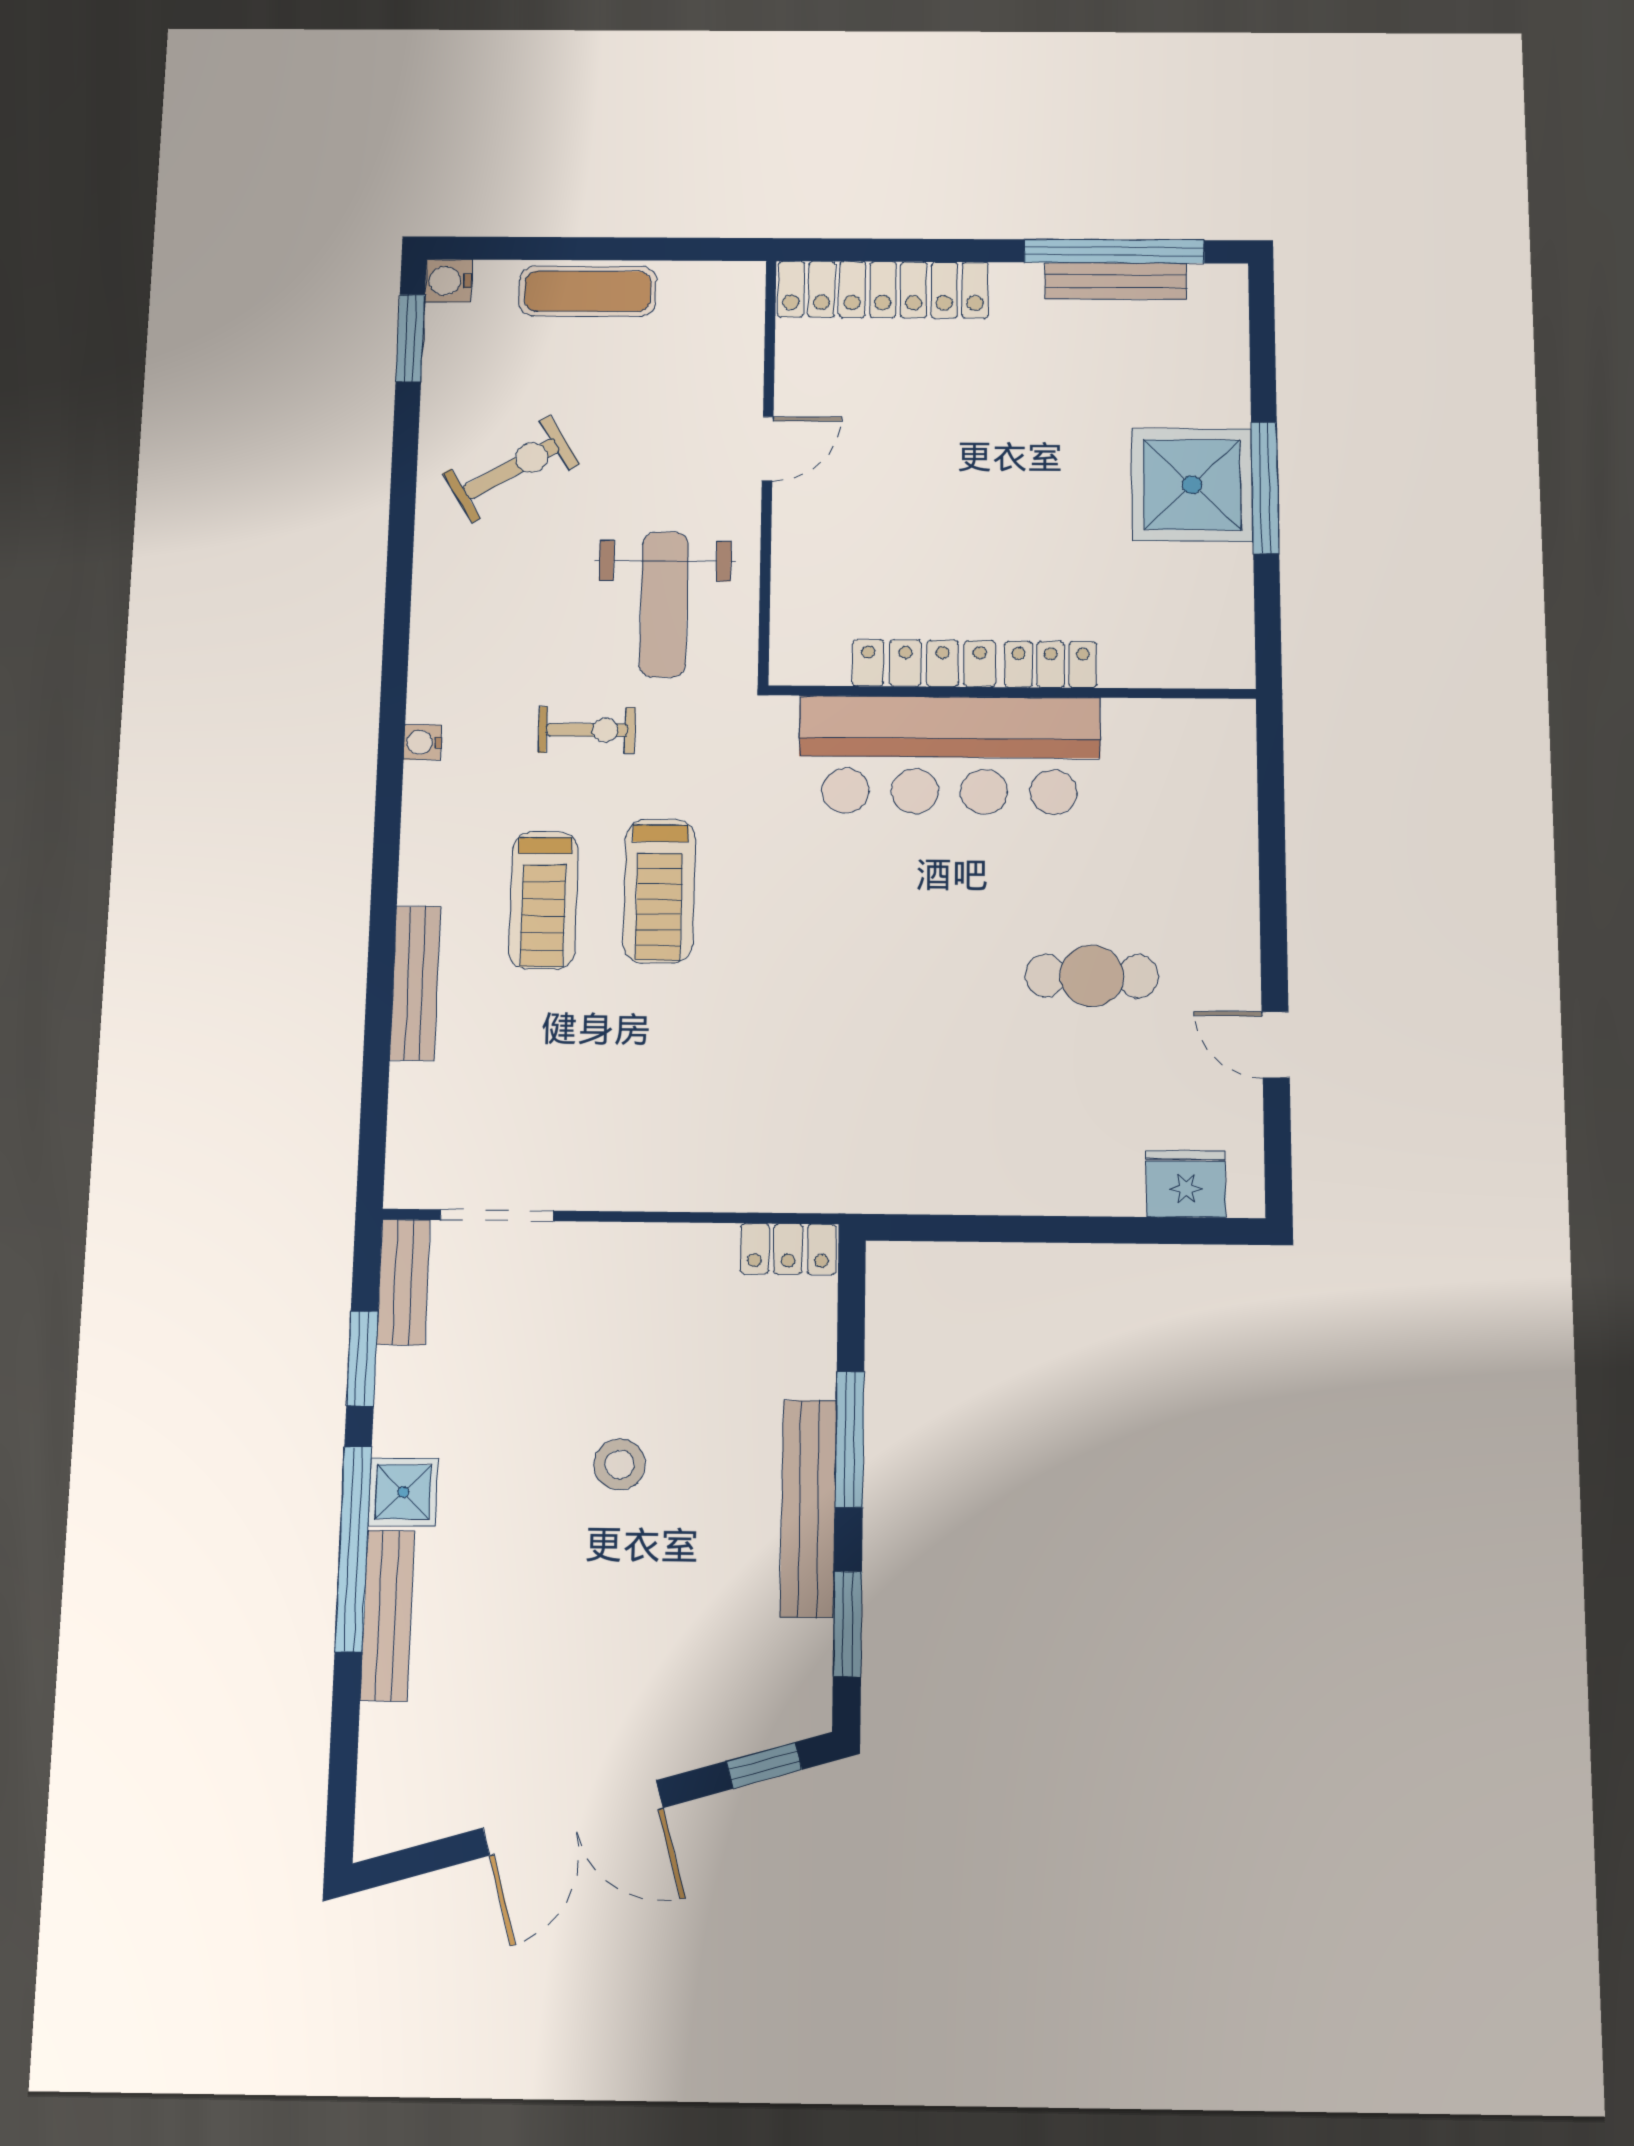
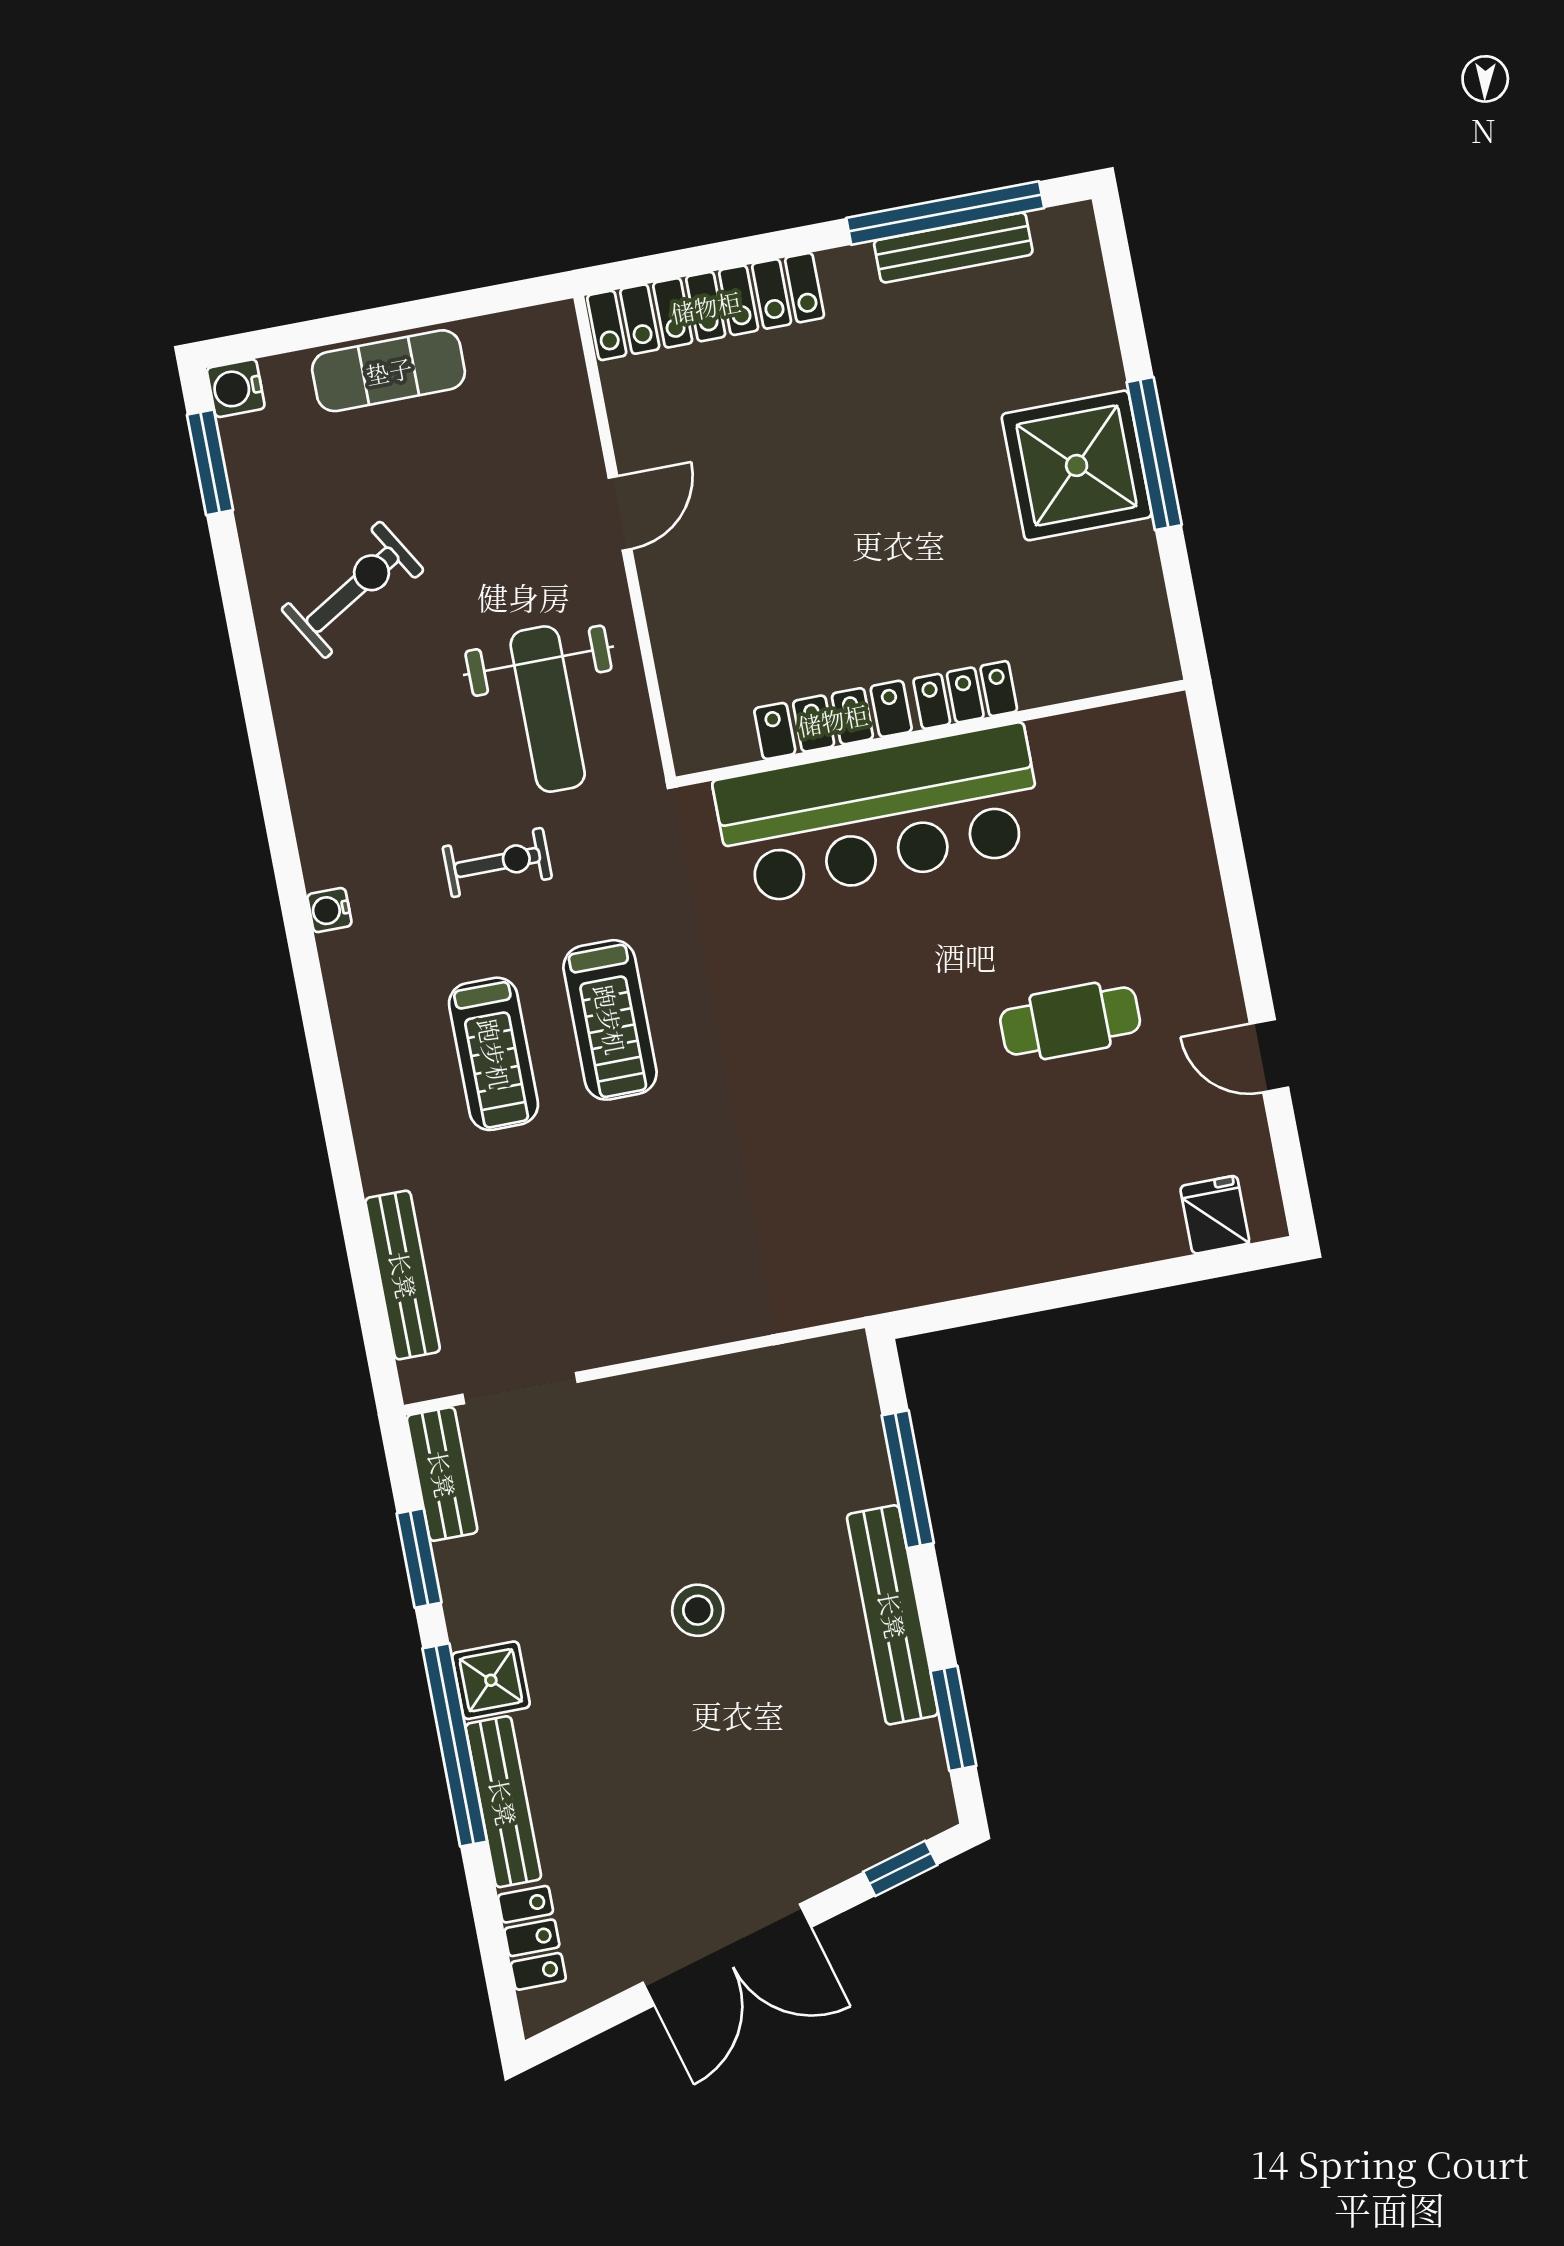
bench: (415, 983) -> (403, 1275), moved
fridge: (1186, 1184) -> (1215, 1215), width x0.72
locker: (788, 1249) -> (532, 1938), moved, turned -90
window: (850, 1439) -> (908, 1479), moved

